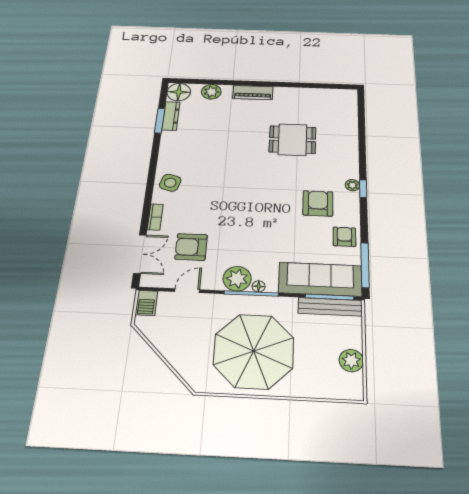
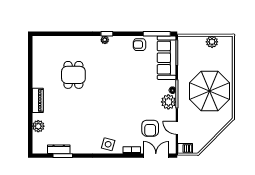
floor lamp: (179, 92) -> (39, 146), removed
armchair: (318, 203) -> (118, 59), removed
bench: (330, 307) -> (183, 52), removed

